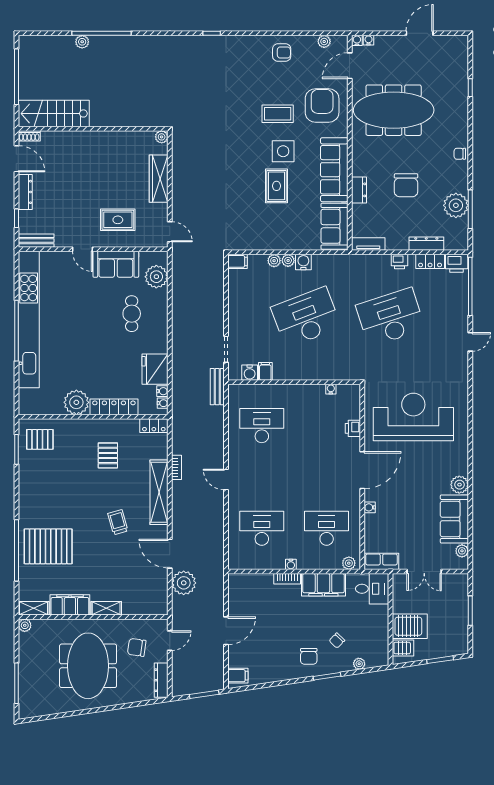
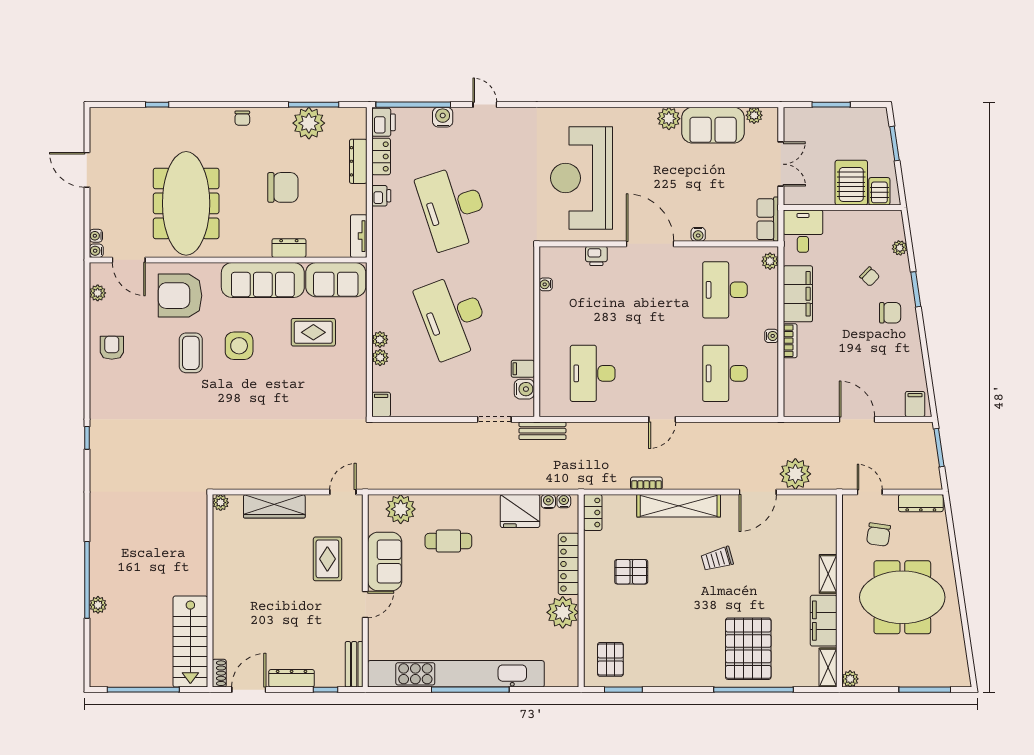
rug: (276, 186) -> (313, 332), moved
water cooler: (303, 262) -> (443, 117), moved, turned 90

